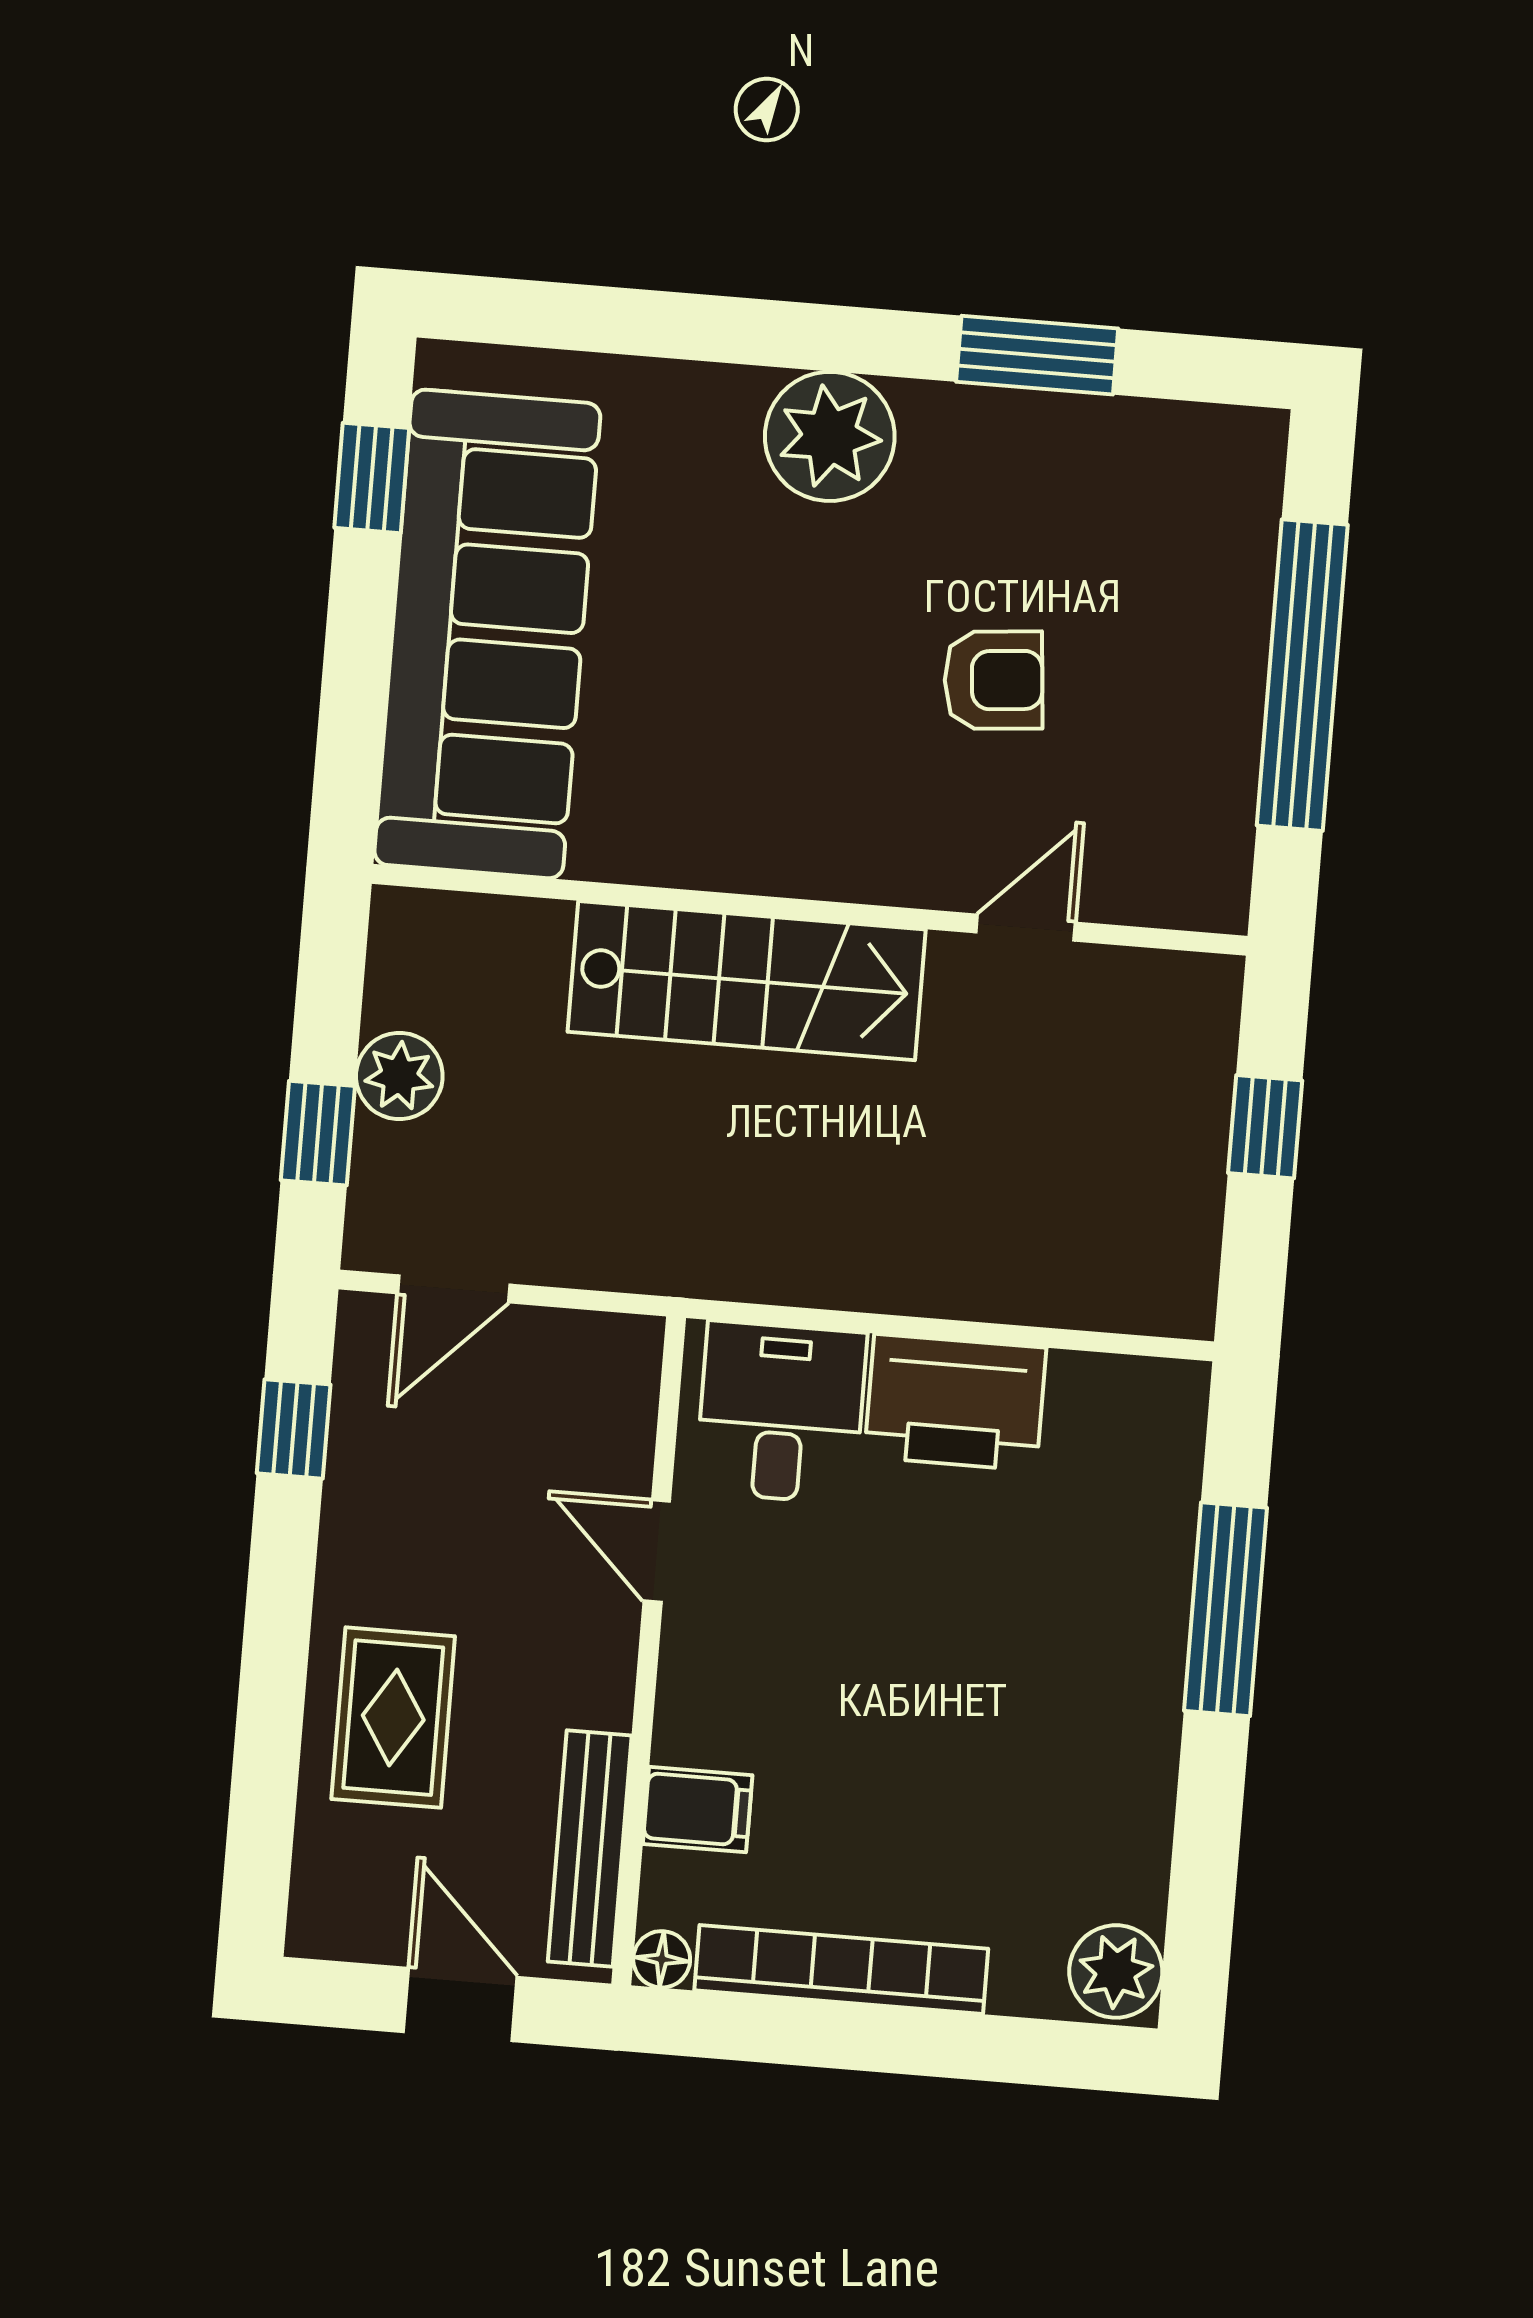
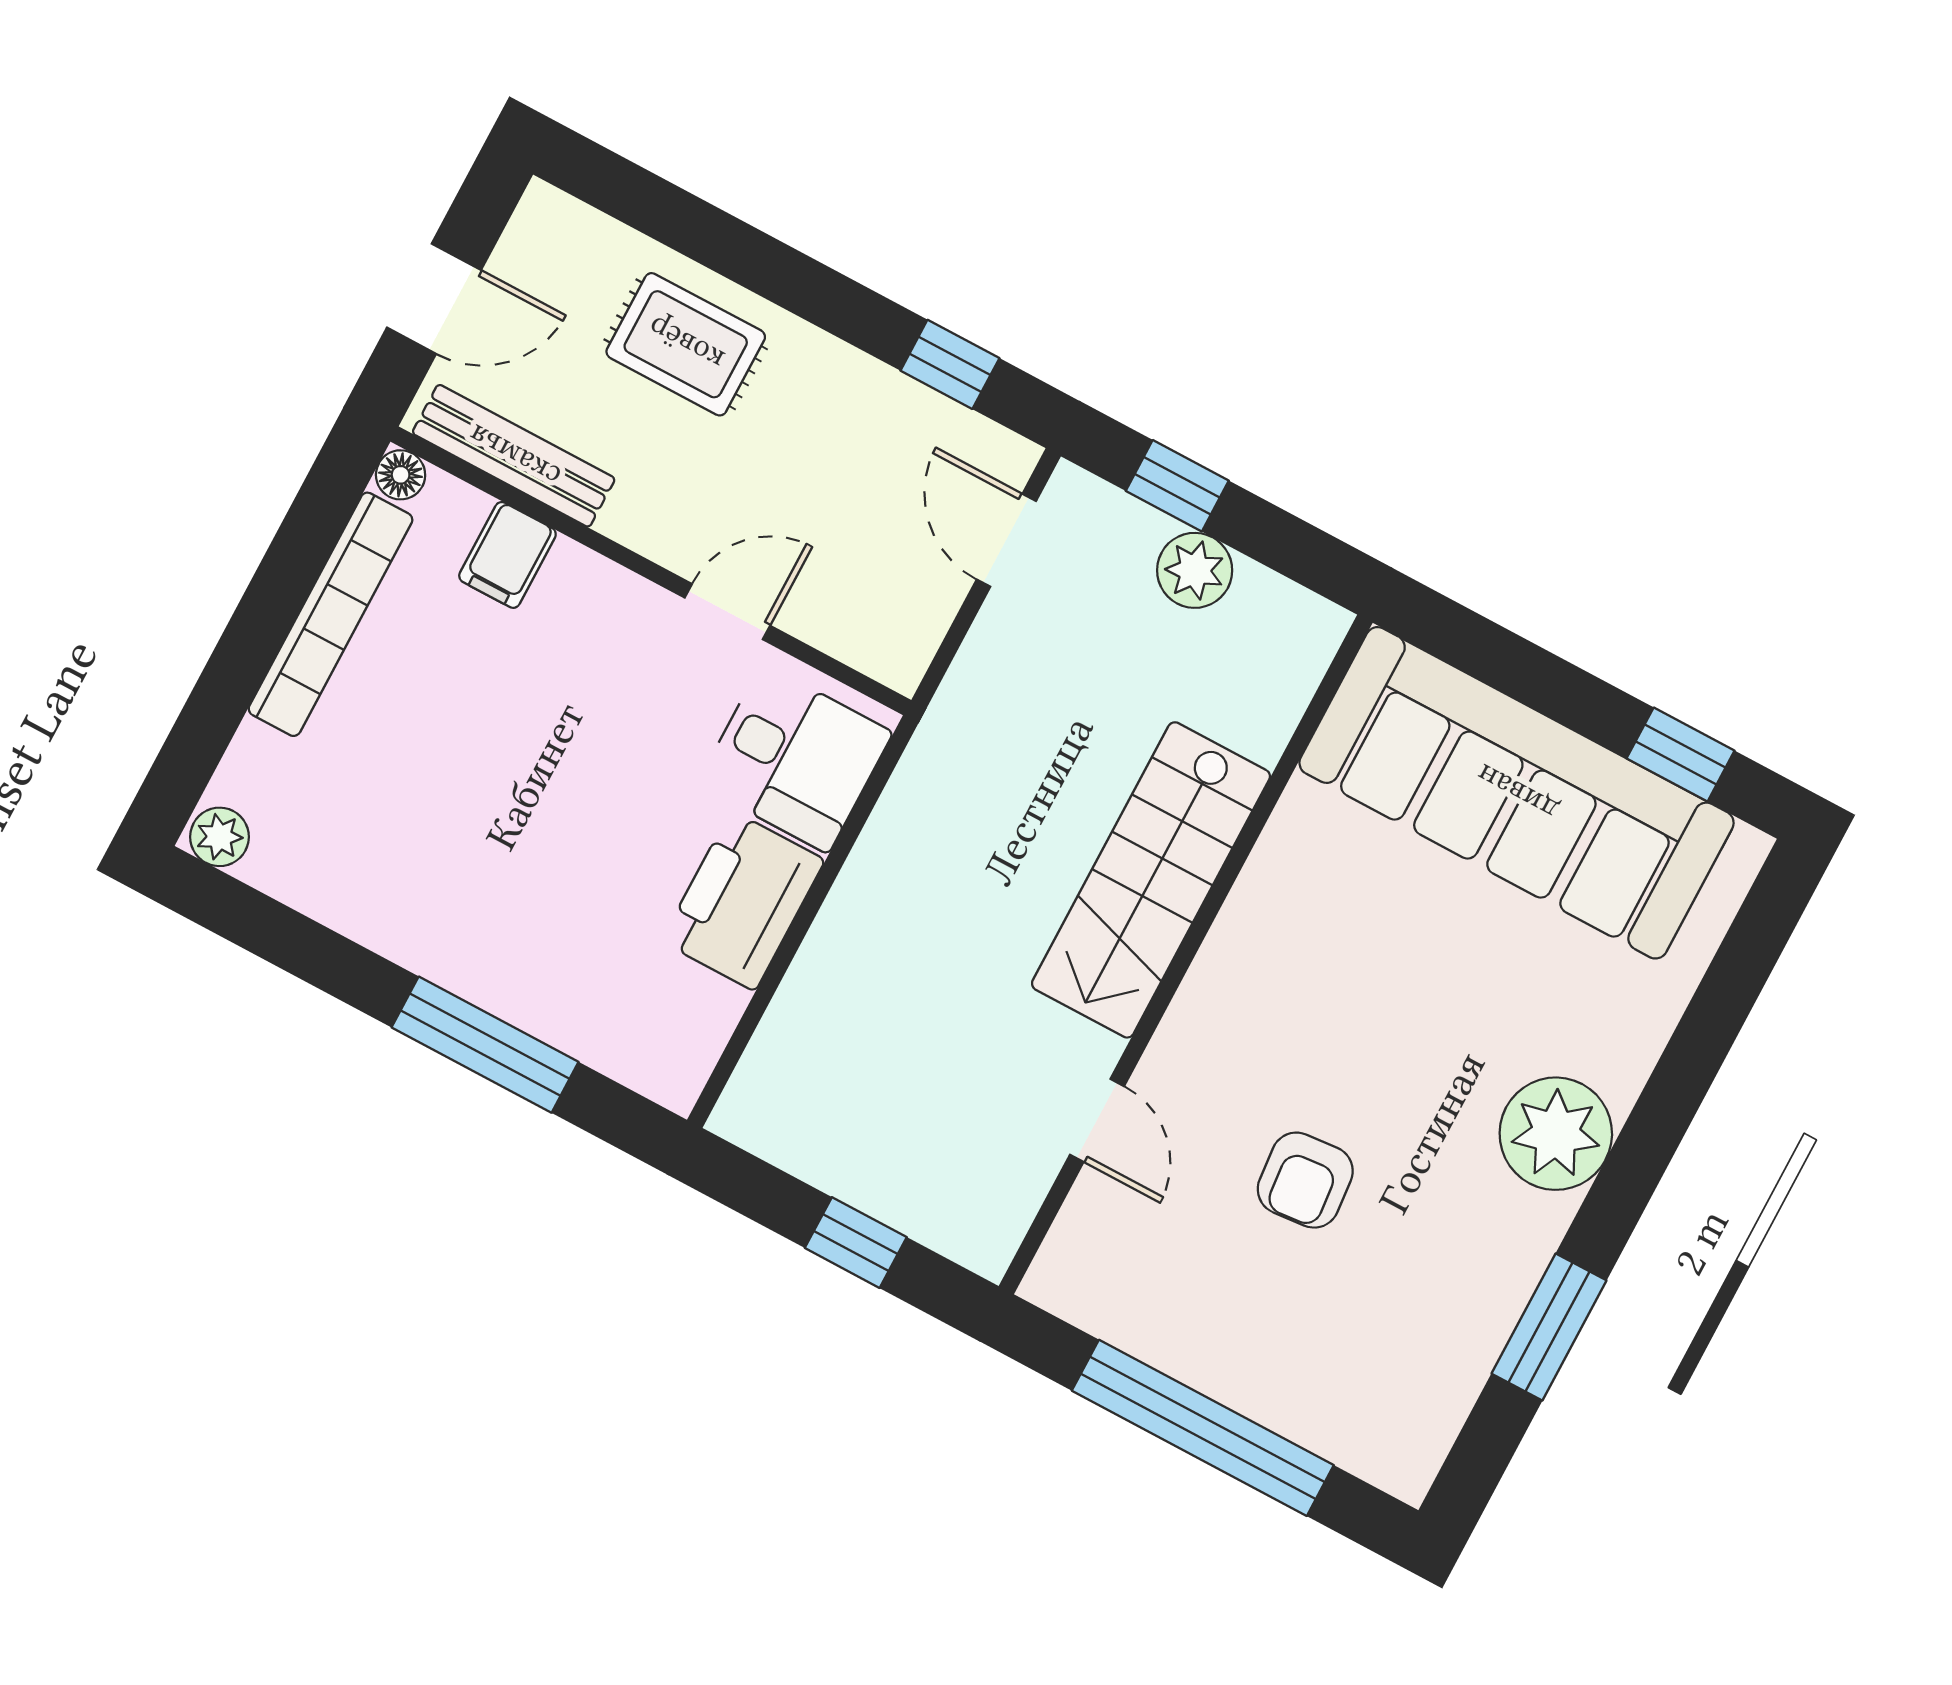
plant: (1116, 1971) -> (219, 837), width x0.73, depth x0.73

